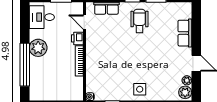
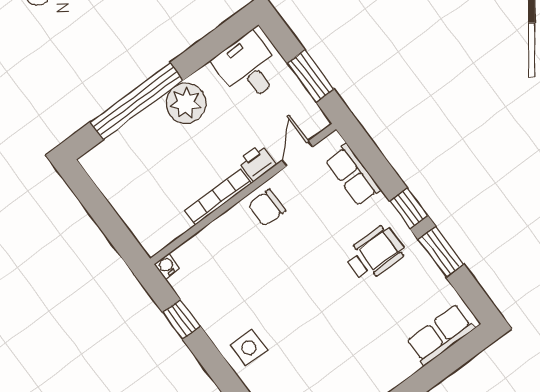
row of seats: (185, 33) -> (441, 335), moved
chair: (96, 47) -> (267, 208), added

